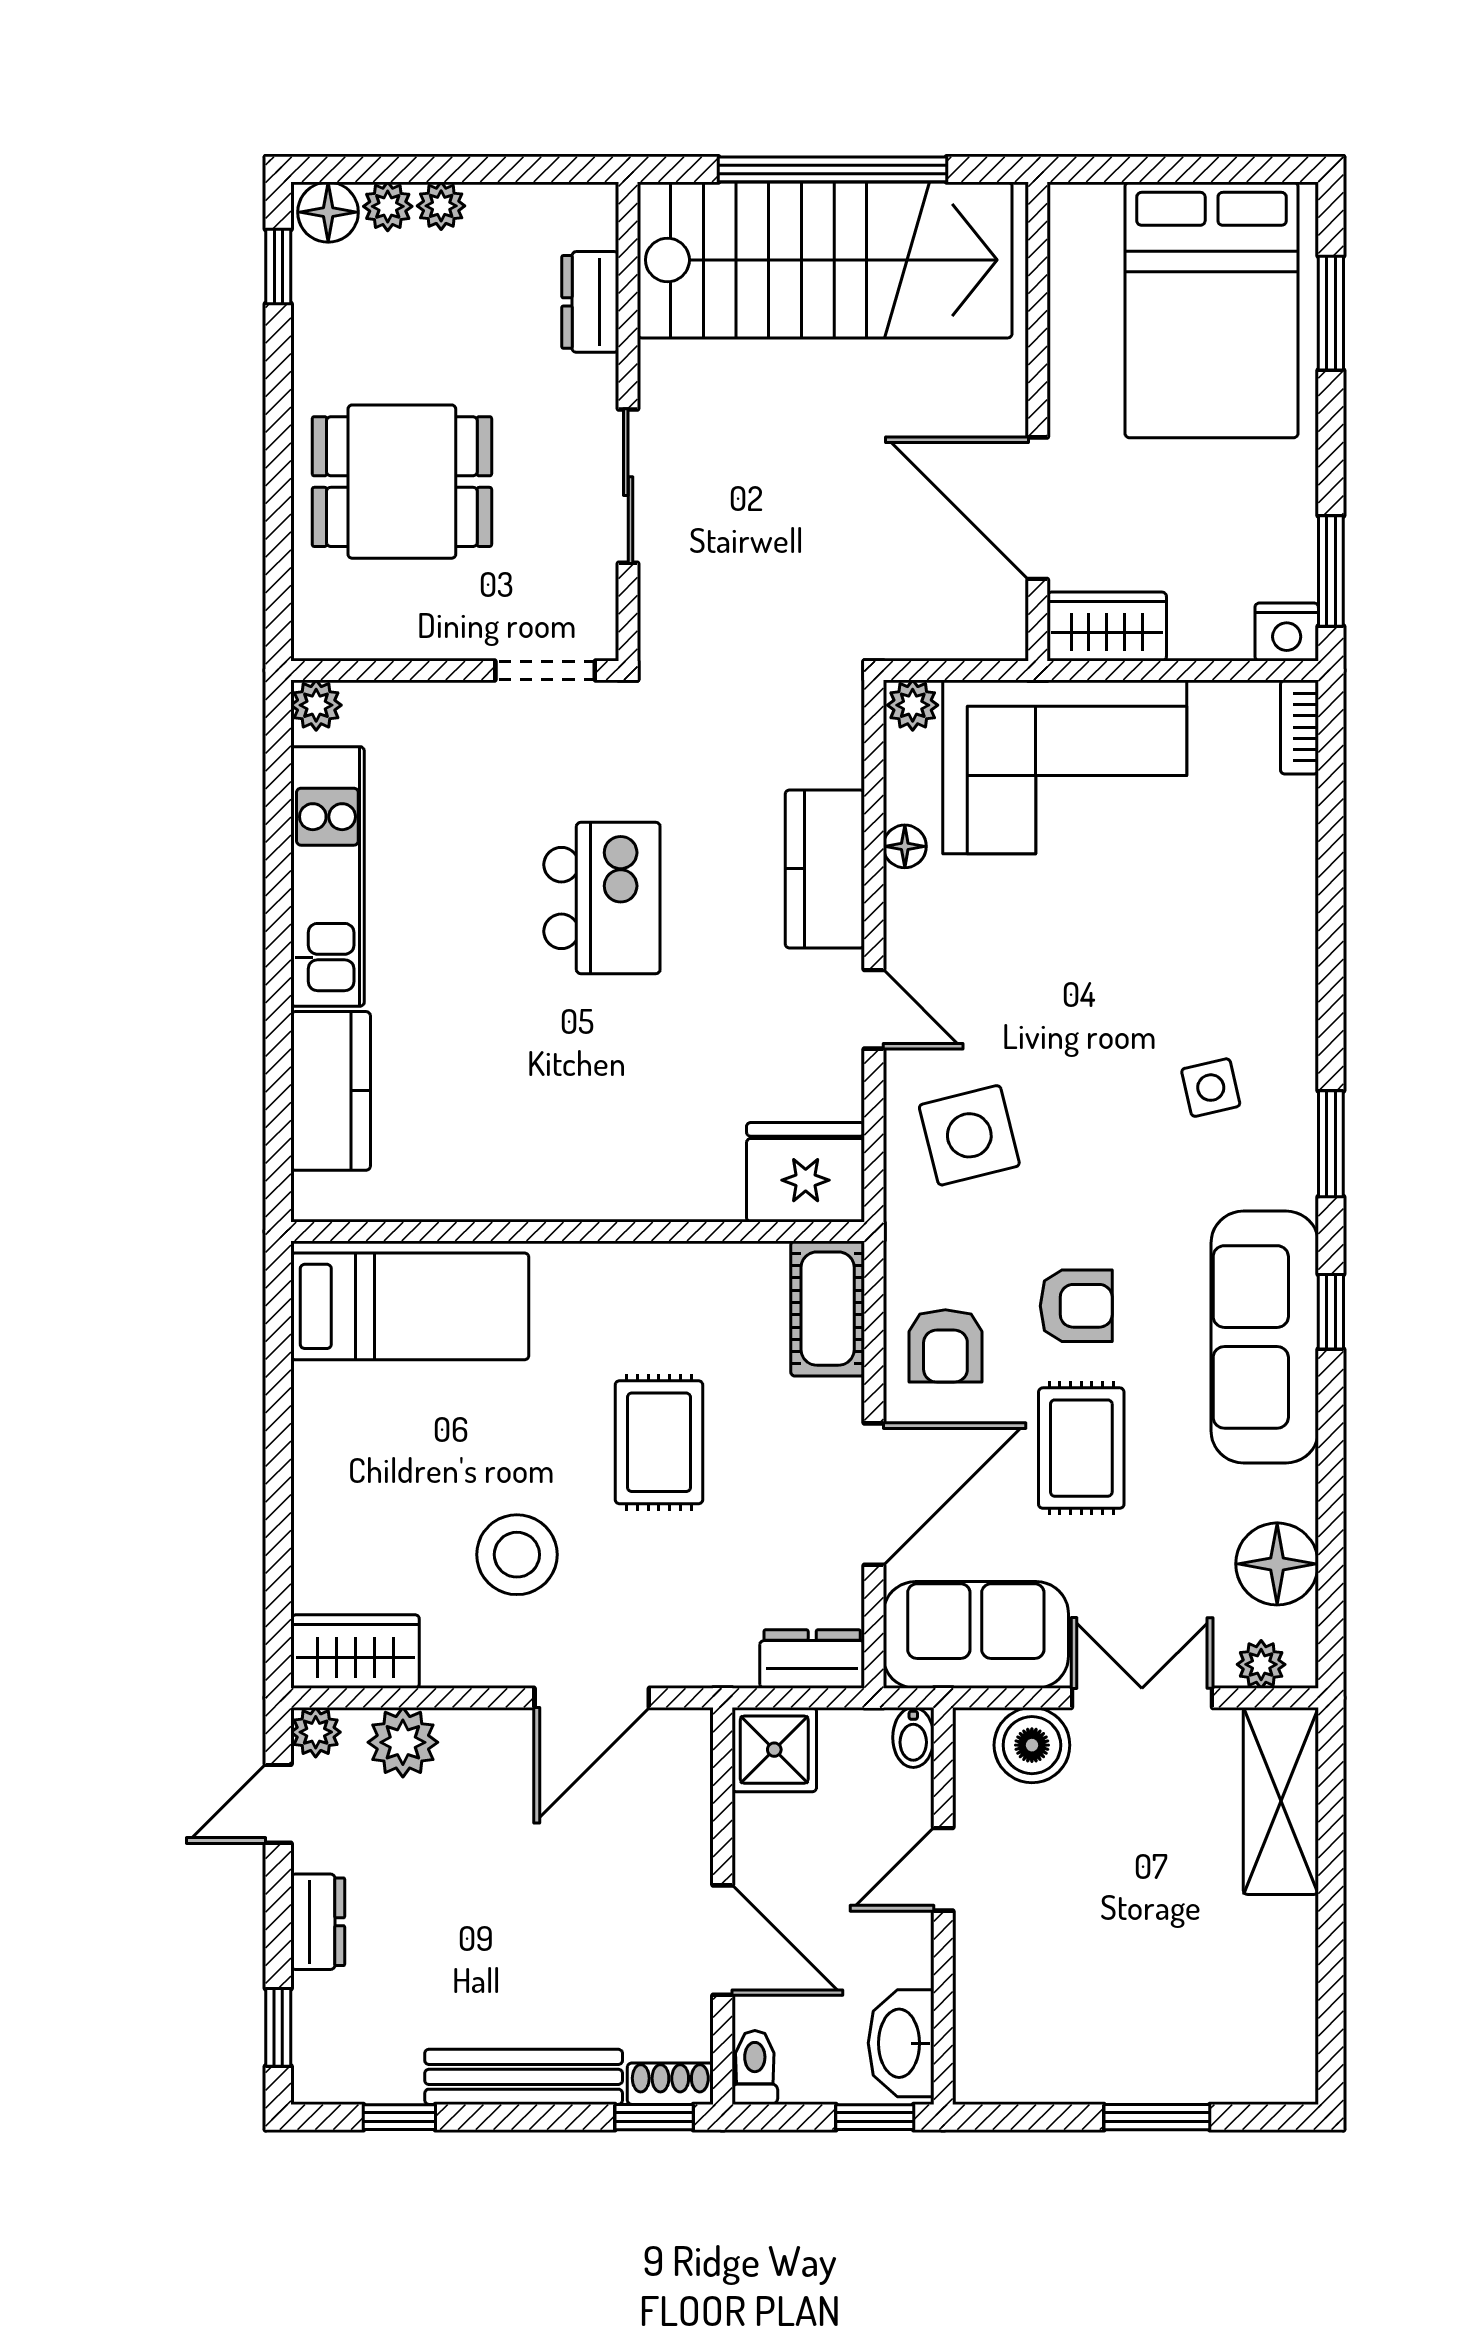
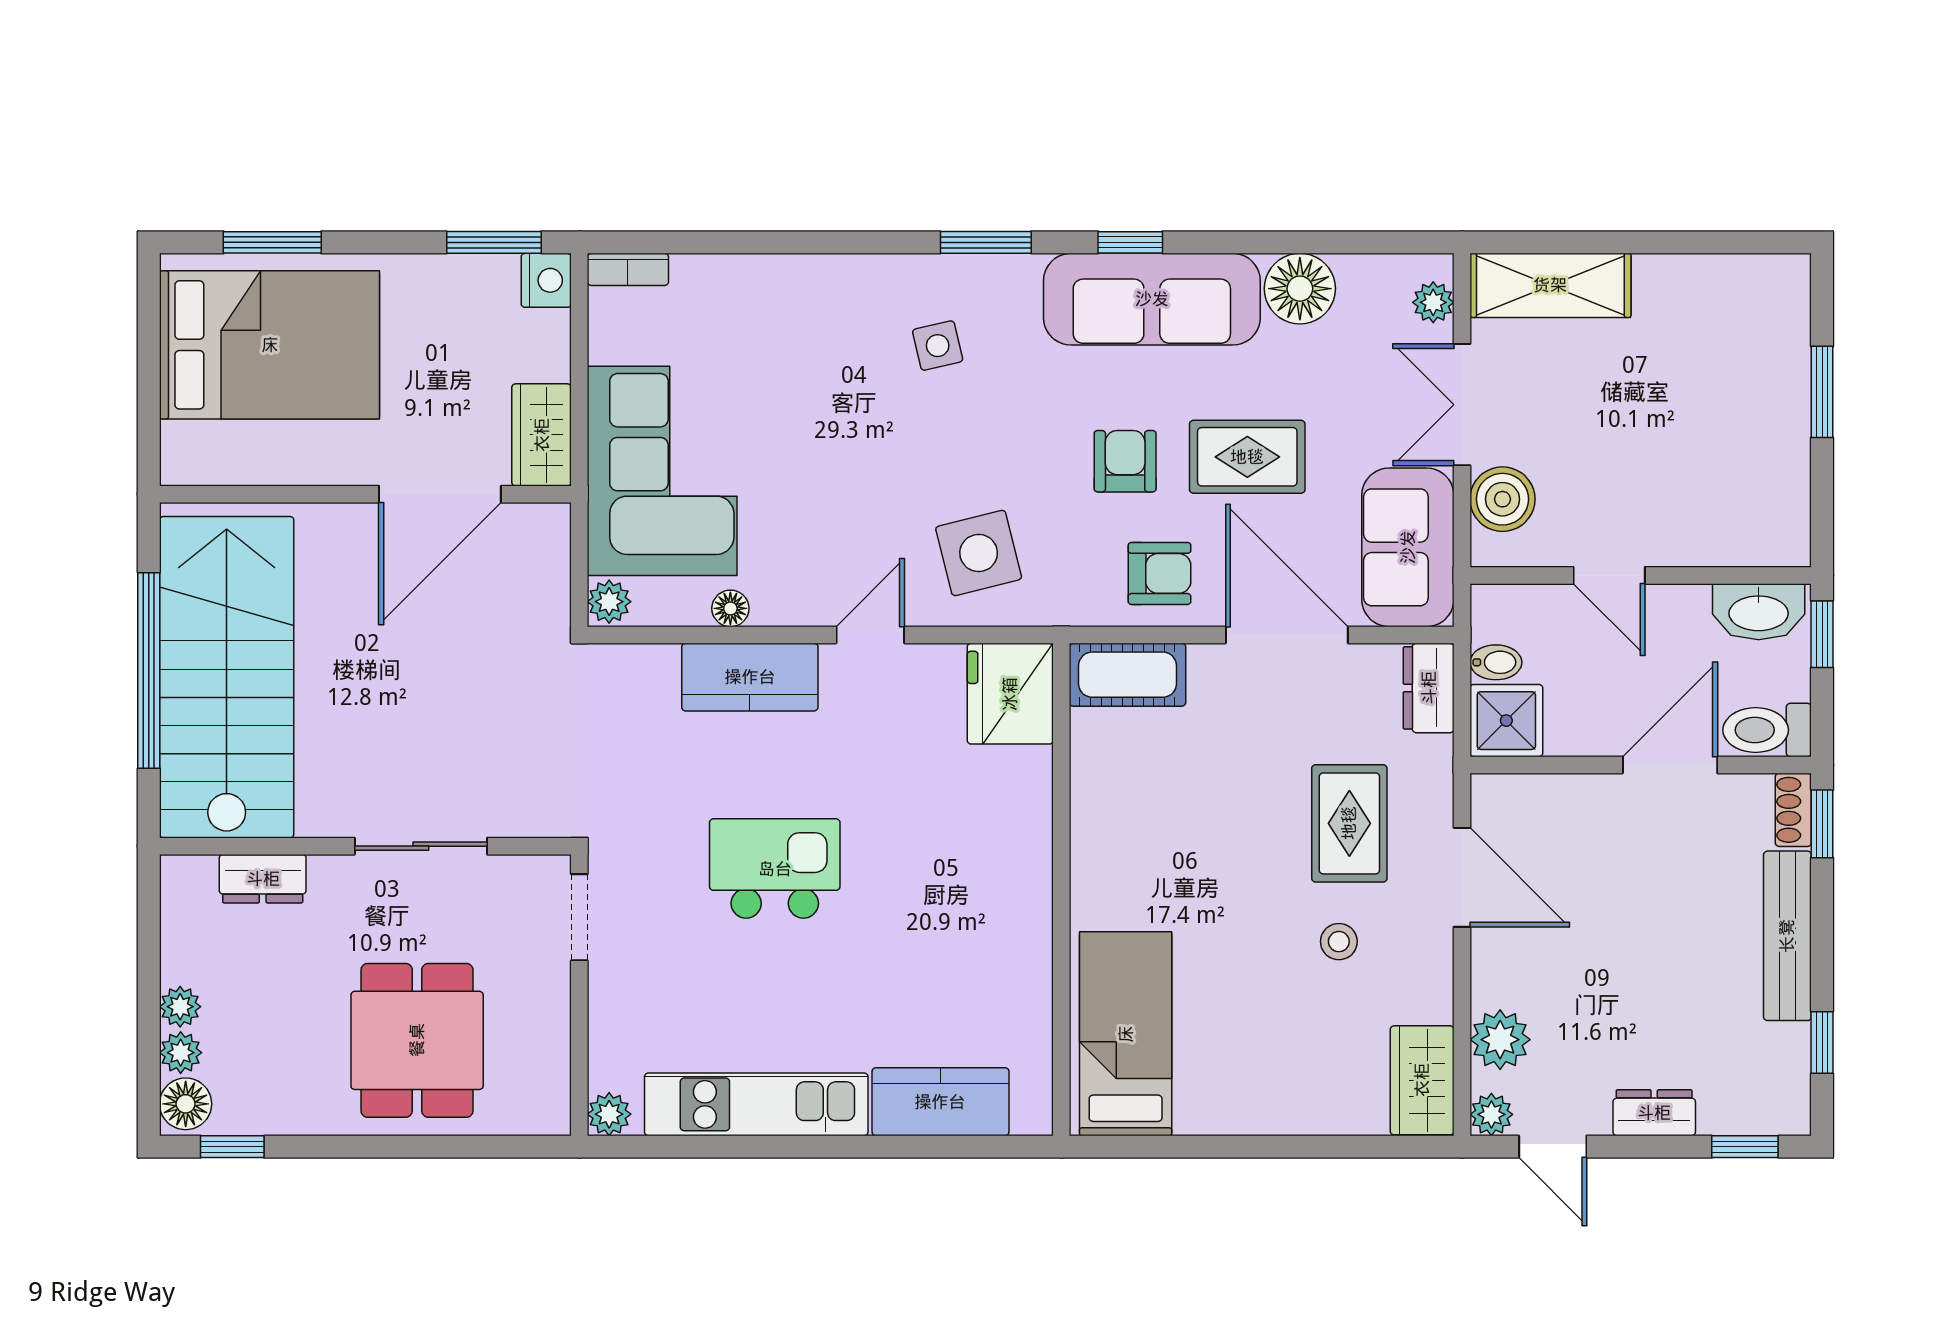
rug: (659, 1442) -> (1349, 823), moved, turned 90
stool: (517, 1555) -> (1339, 942), width x0.53, depth x0.53
floor lamp: (1277, 1564) -> (1300, 289), moved
bidet: (913, 1737) -> (1496, 662), moved
toilet: (755, 2067) -> (1767, 730), width x1.37, depth x1.39

